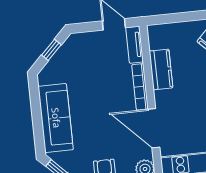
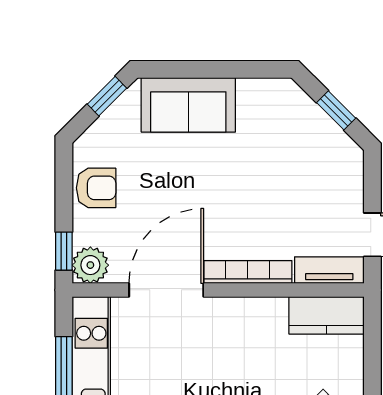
kitchen counter: (161, 69) -> (327, 315), moved
sofa: (56, 118) -> (188, 105), width x0.73

